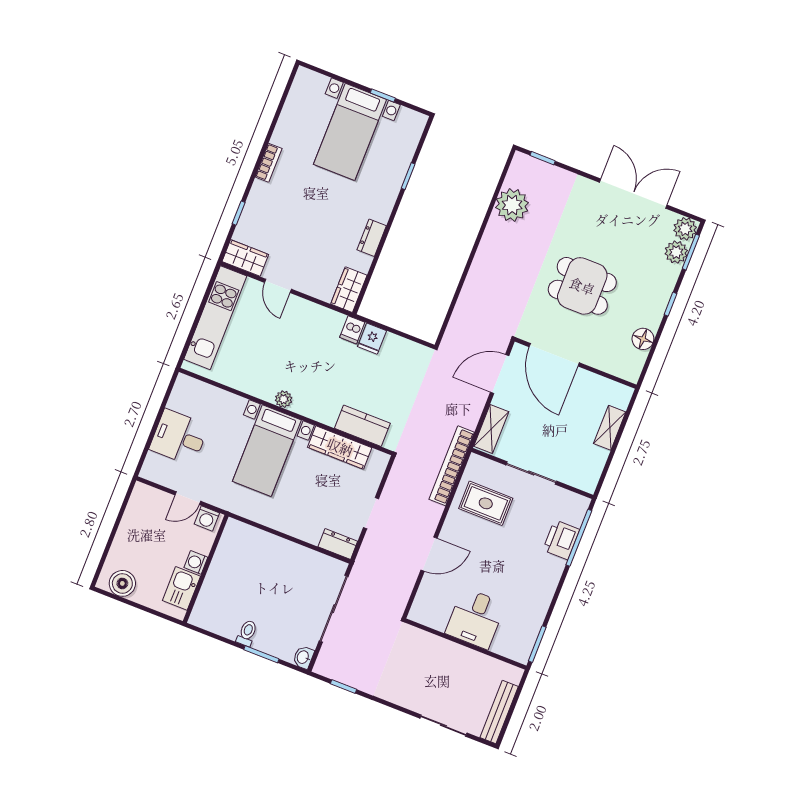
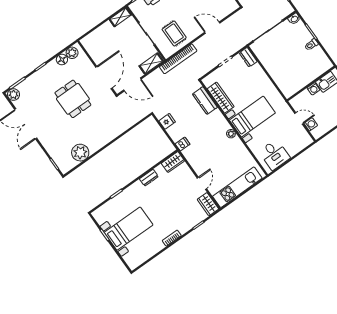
plant: (676, 252) -> (72, 53), moved
fridge: (372, 339) -> (167, 121), moved
shelving: (610, 428) -> (120, 17), moved
desk: (179, 437) -> (274, 155), moved
washing machine: (207, 519) -> (311, 124), moved

